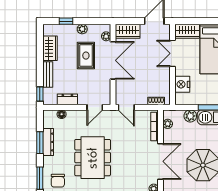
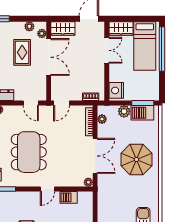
plant: (82, 29) -> (29, 26), moved
double door: (172, 53) -> (107, 50), swing flipped
nightstand: (182, 84) -> (116, 90), moved
door: (95, 107) -> (31, 103), hinge flipped
door: (126, 107) -> (62, 103), hinge flipped

